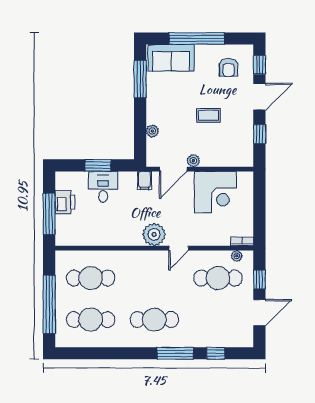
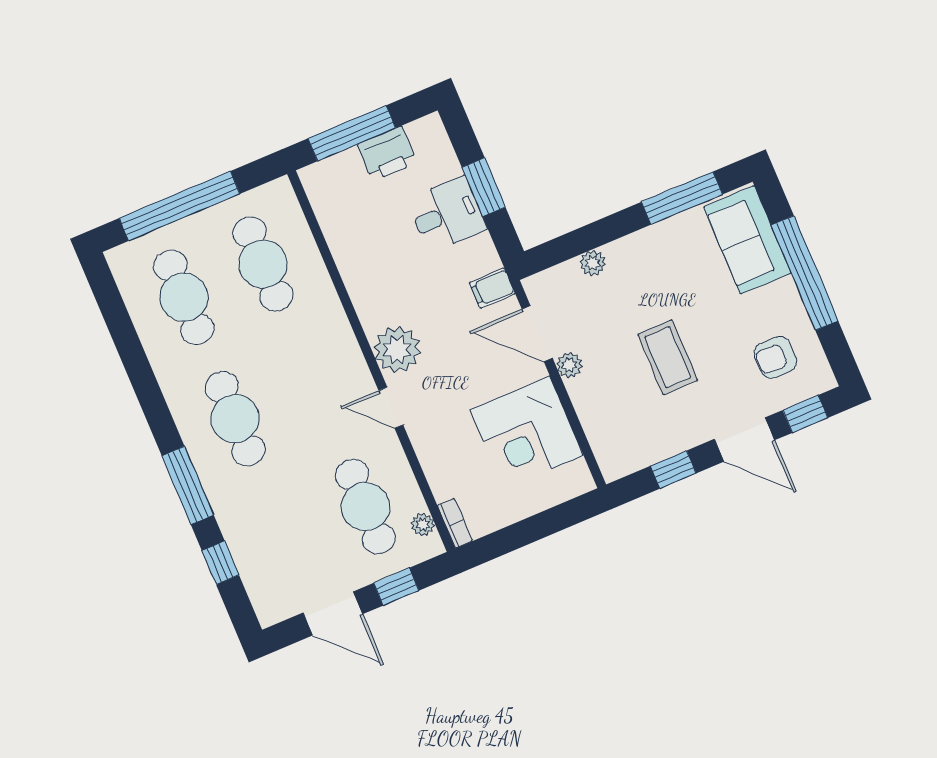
coffee table: (208, 115) -> (668, 357), width x1.36, depth x1.30

